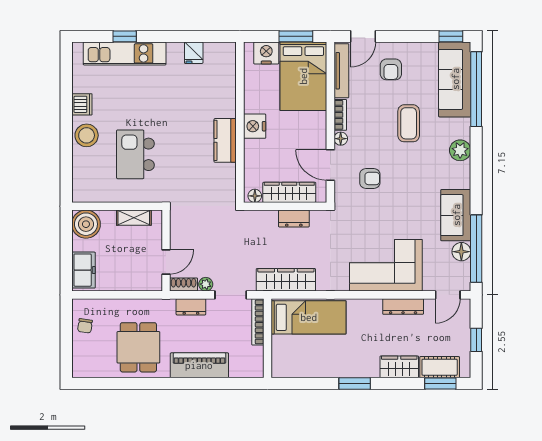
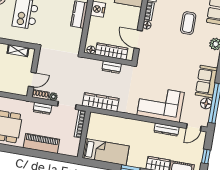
armchair: (370, 179) -> (160, 51), removed
bed: (309, 317) -> (106, 152), moved

